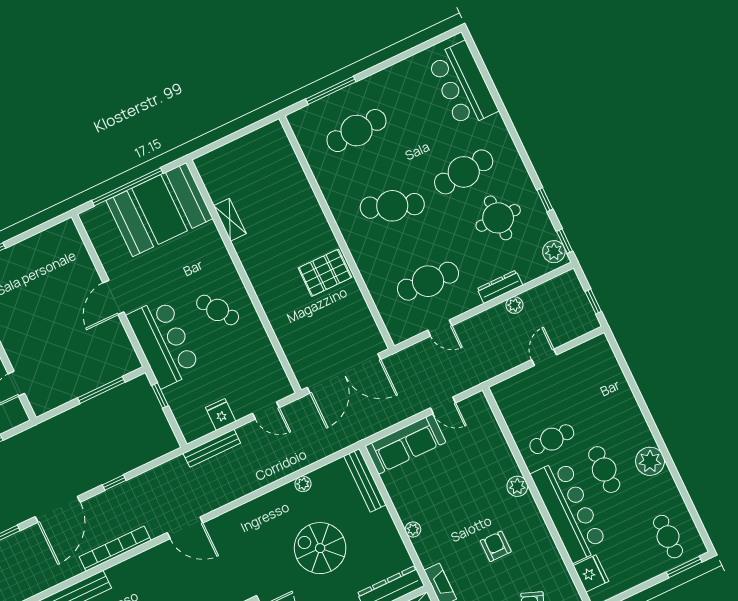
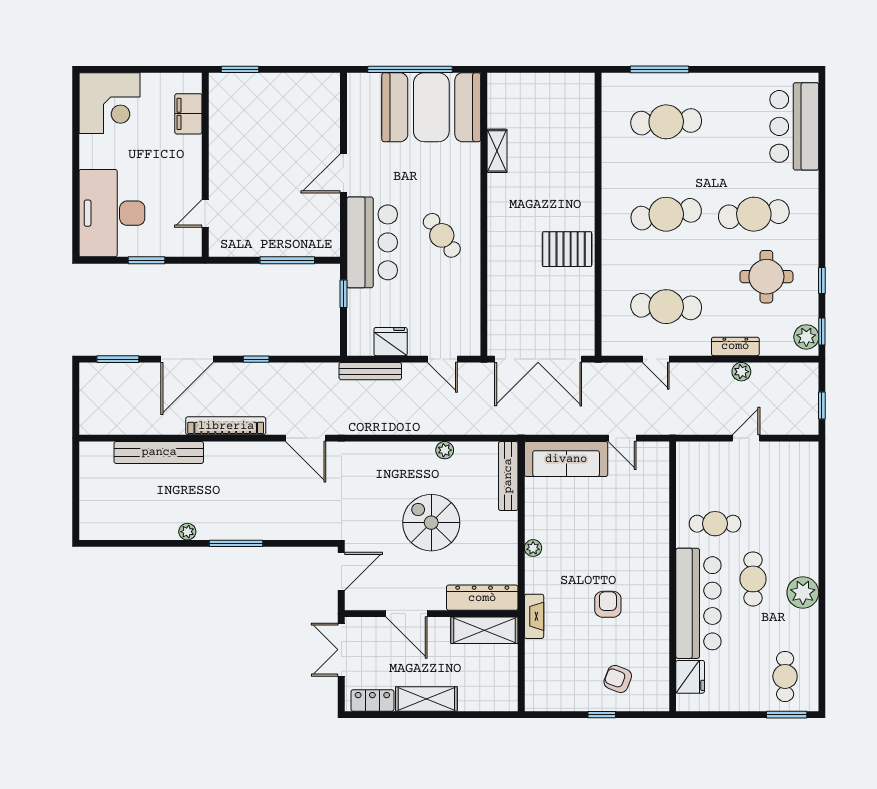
cafe table: (392, 206) -> (666, 214), turned -30
fridge: (221, 414) -> (391, 342), width x1.38
plant: (517, 486) -> (658, 554), removed

